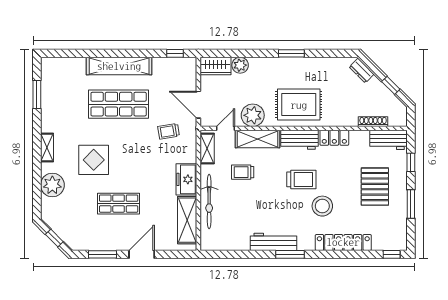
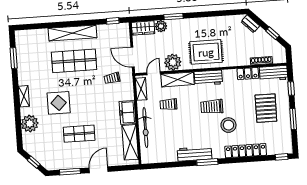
window: (291, 53) -> (173, 17), moved
locker: (334, 138) -> (248, 74), moved
trolley: (301, 179) -> (212, 107), turned 180

